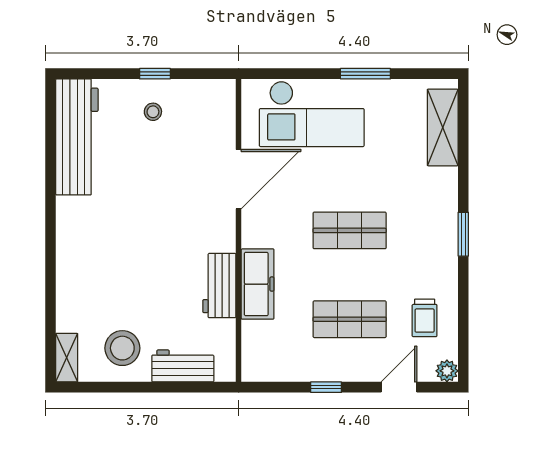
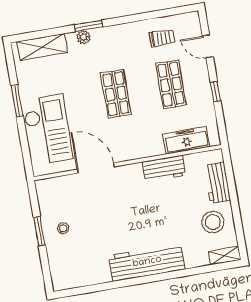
window: (155, 74) -> (39, 231), width x1.50
workbench: (77, 137) -> (147, 262), moved
window: (463, 234) -> (88, 26), moved
freezer: (258, 284) -> (186, 140), moved
plant: (447, 371) -> (83, 37), moved

